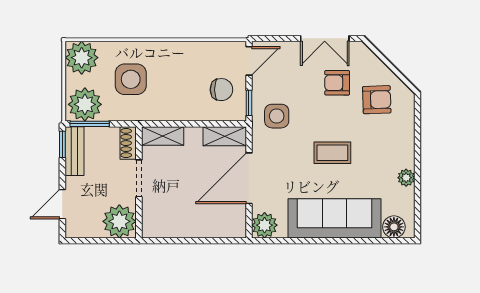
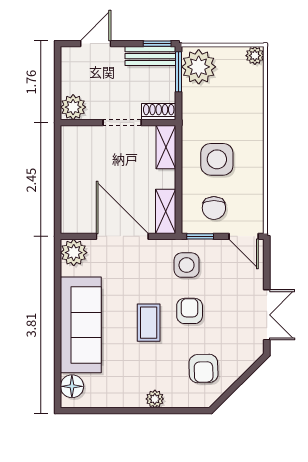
double door: (325, 38) -> (267, 315), swing flipped
plant: (82, 58) -> (255, 56), width x0.53, depth x0.53
side table: (131, 79) -> (217, 159), moved
armchair: (337, 83) -> (190, 311), moved
plant: (406, 178) -> (155, 399), moved
door: (62, 204) -> (96, 44), hinge flipped
plant: (119, 221) -> (73, 107), width x0.73, depth x0.73

